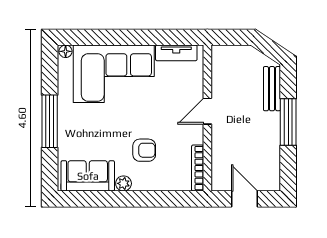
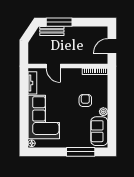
door: (207, 111) -> (53, 66), moved
window: (50, 121) -> (81, 152), moved
window: (288, 122) -> (59, 22), moved

